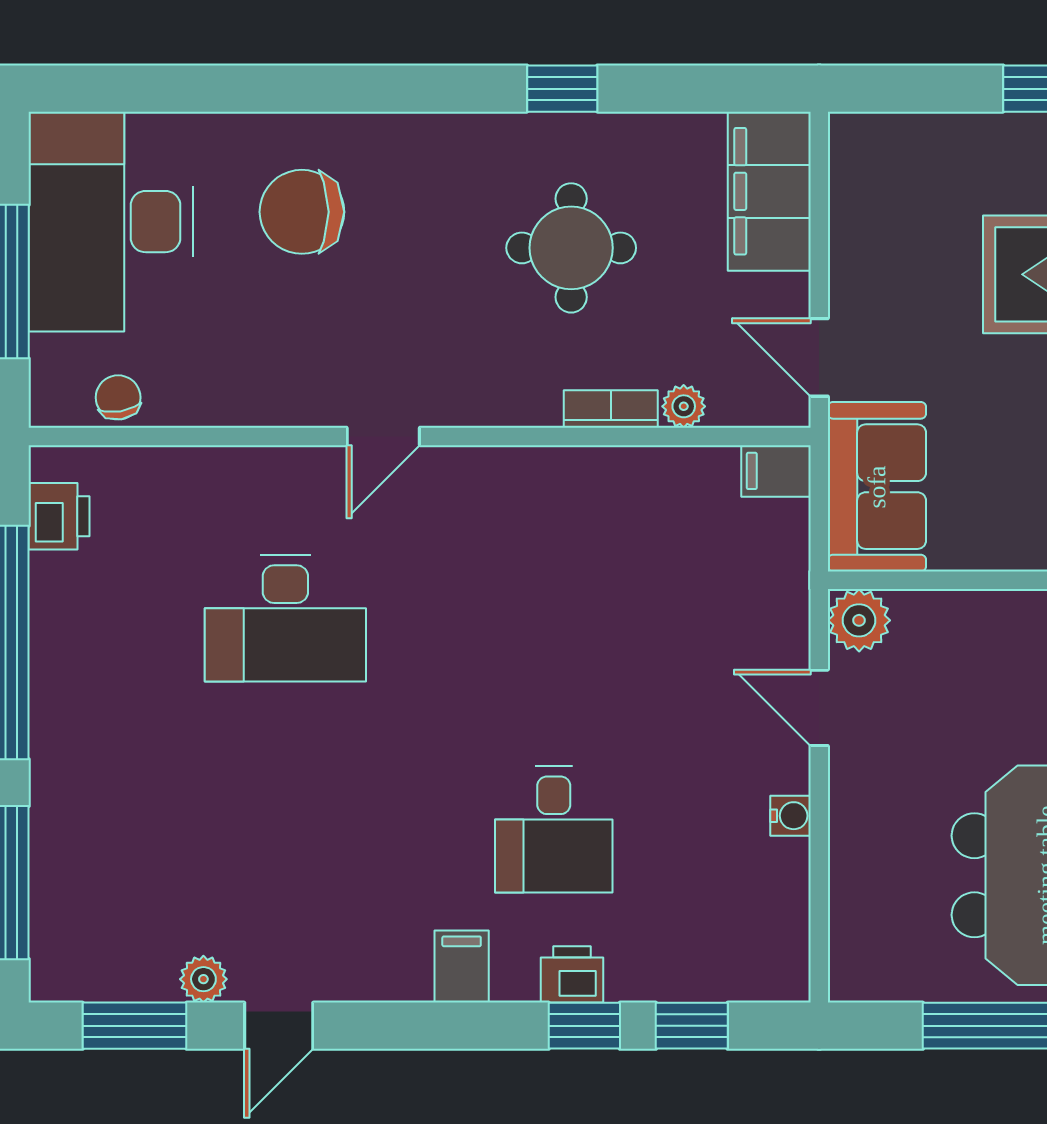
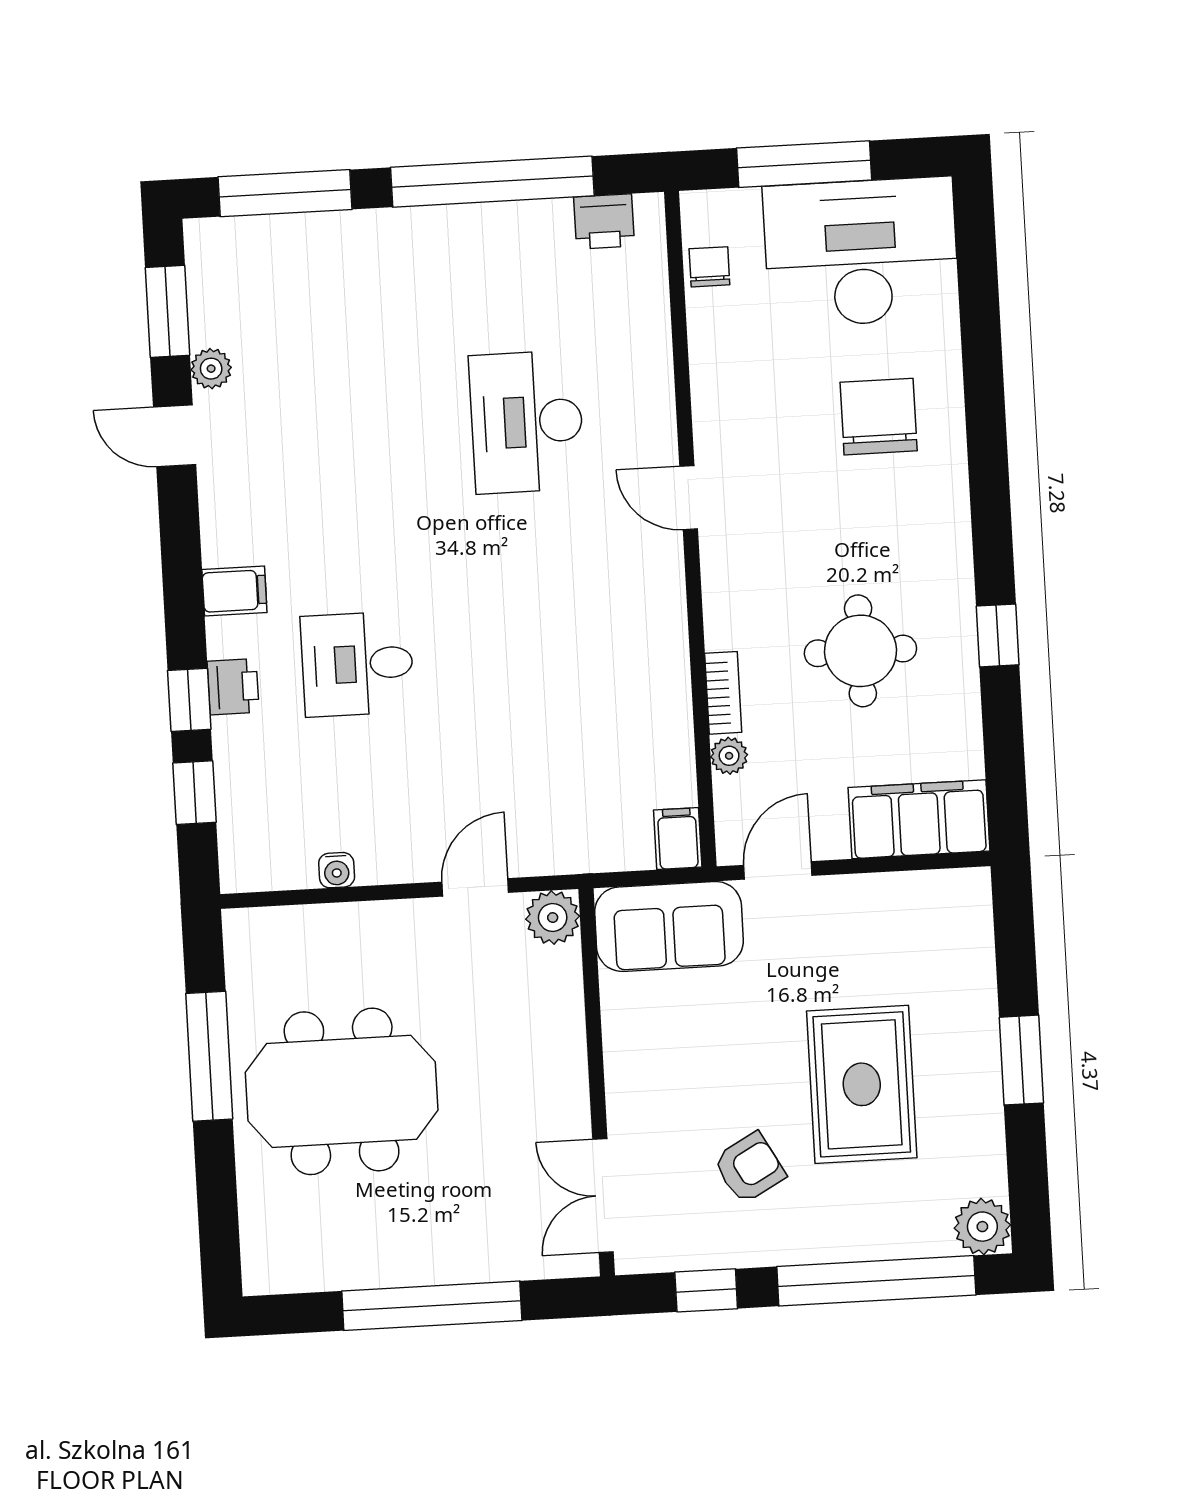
chair: (118, 397) -> (709, 267), turned -81
water cooler: (790, 816) -> (337, 870), moved

